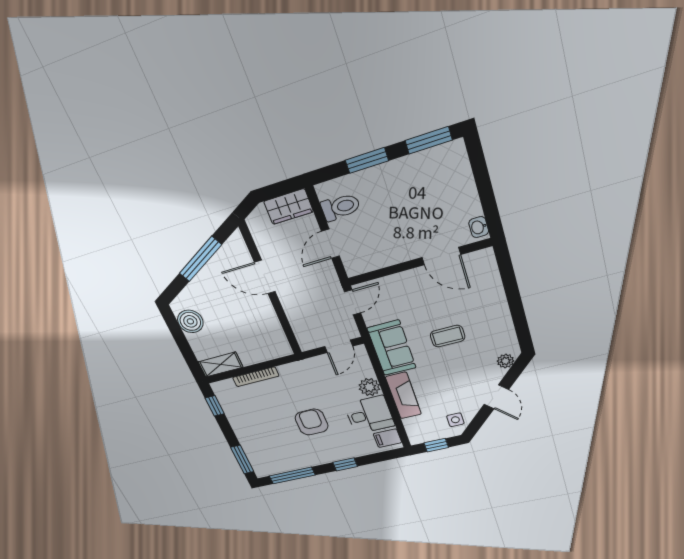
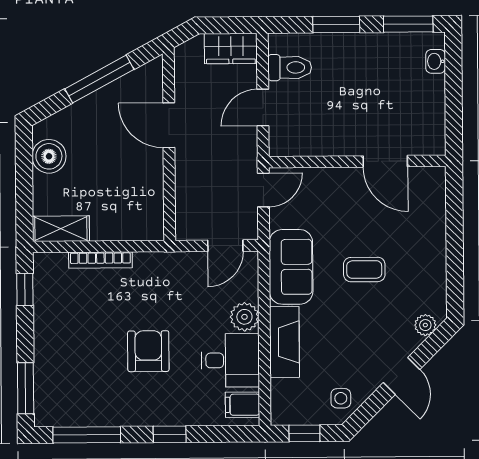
washbasin: (479, 227) -> (436, 61), moved

